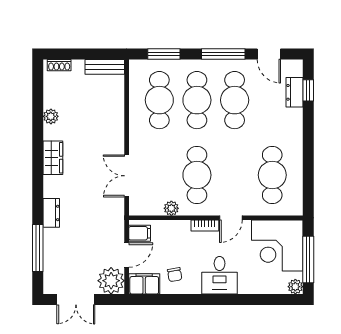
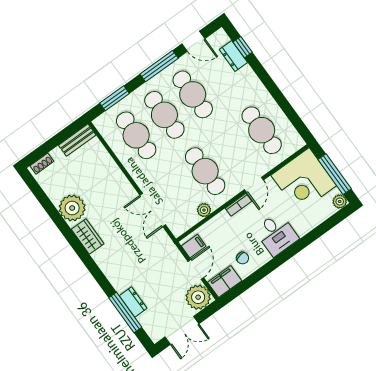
plant: (51, 116) -> (72, 208), width x1.87, depth x1.87
dresser: (51, 213) -> (133, 302), moved

